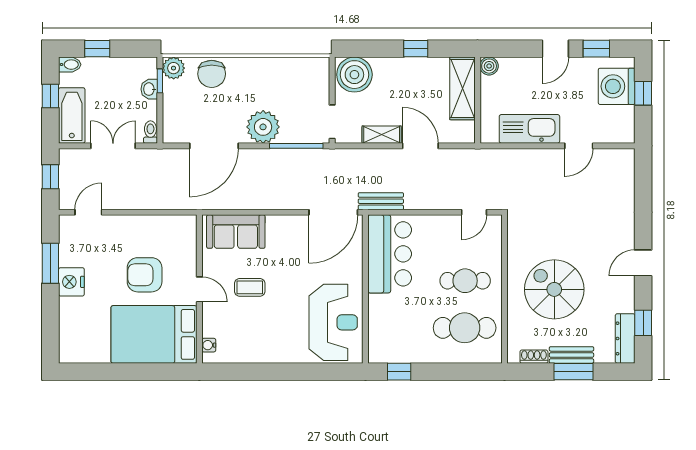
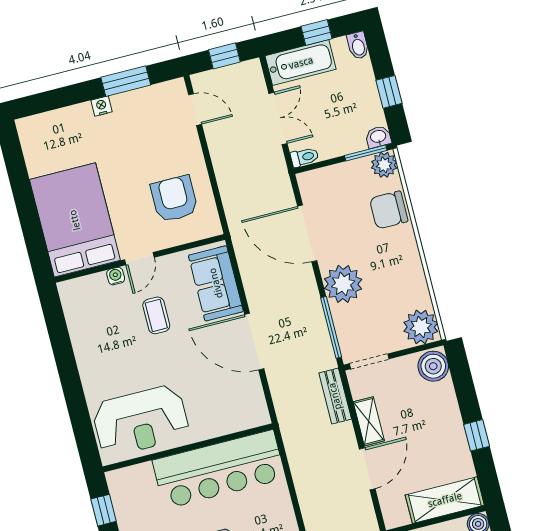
window: (97, 49) -> (389, 92), moved
plant: (315, 72) -> (421, 327), added
boiler: (354, 75) -> (433, 366), width x0.73, depth x0.73
window: (160, 81) -> (366, 153), width x1.50
washbasin: (149, 89) -> (378, 137), moved
bench: (381, 201) -> (335, 396), moved
door: (333, 212) -> (254, 342), moved
bar counter: (390, 254) -> (219, 469), width x1.36
armchair: (145, 275) -> (174, 199), moved
nightstand: (71, 282) -> (101, 106), width x0.53, depth x0.56
water cooler: (209, 345) -> (116, 276), moved

